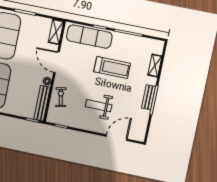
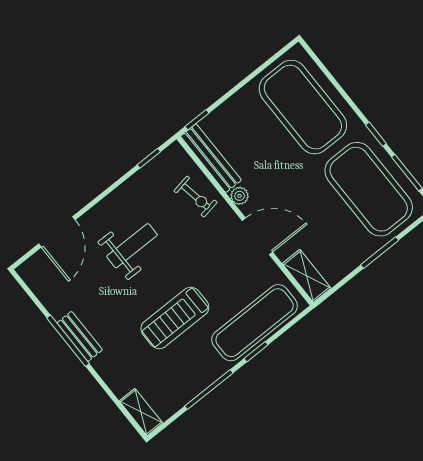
shelving: (155, 66) -> (141, 412), moved

